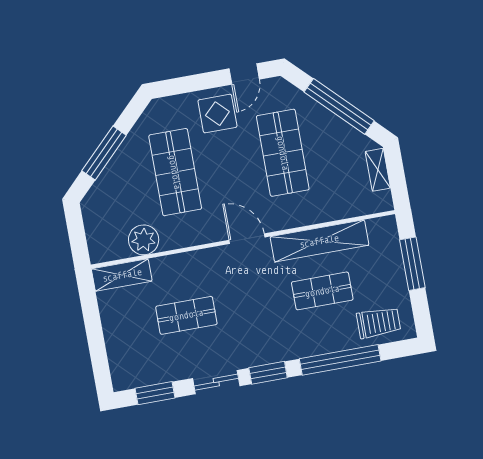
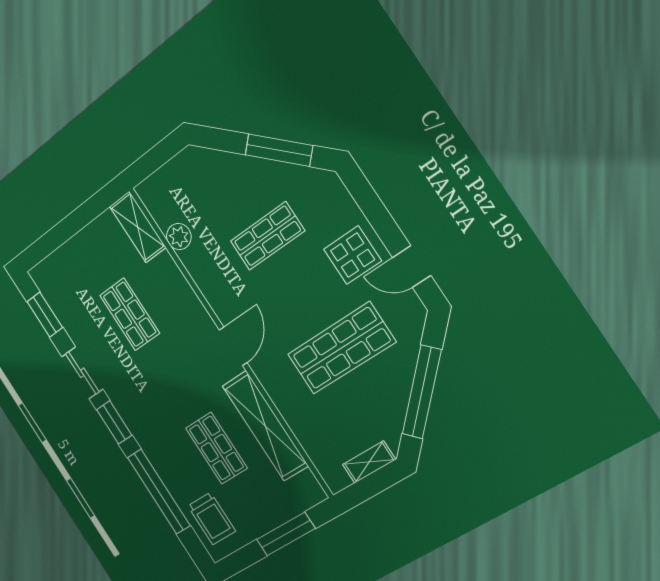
window: (104, 153) -> (279, 150), moved
shop shelf: (175, 172) -> (267, 236), width x0.70, depth x0.74
plant: (144, 240) -> (179, 237), width x0.73, depth x0.73

